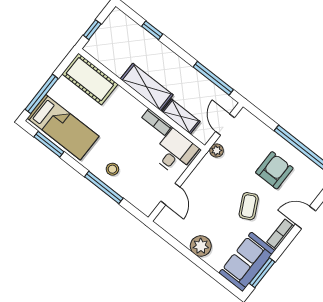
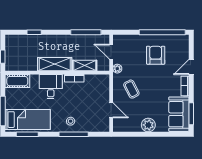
cot: (90, 79) -> (17, 81), width x0.73, depth x0.75
desk: (175, 152) -> (51, 87), moved
coffee table: (249, 206) -> (131, 89), moved

